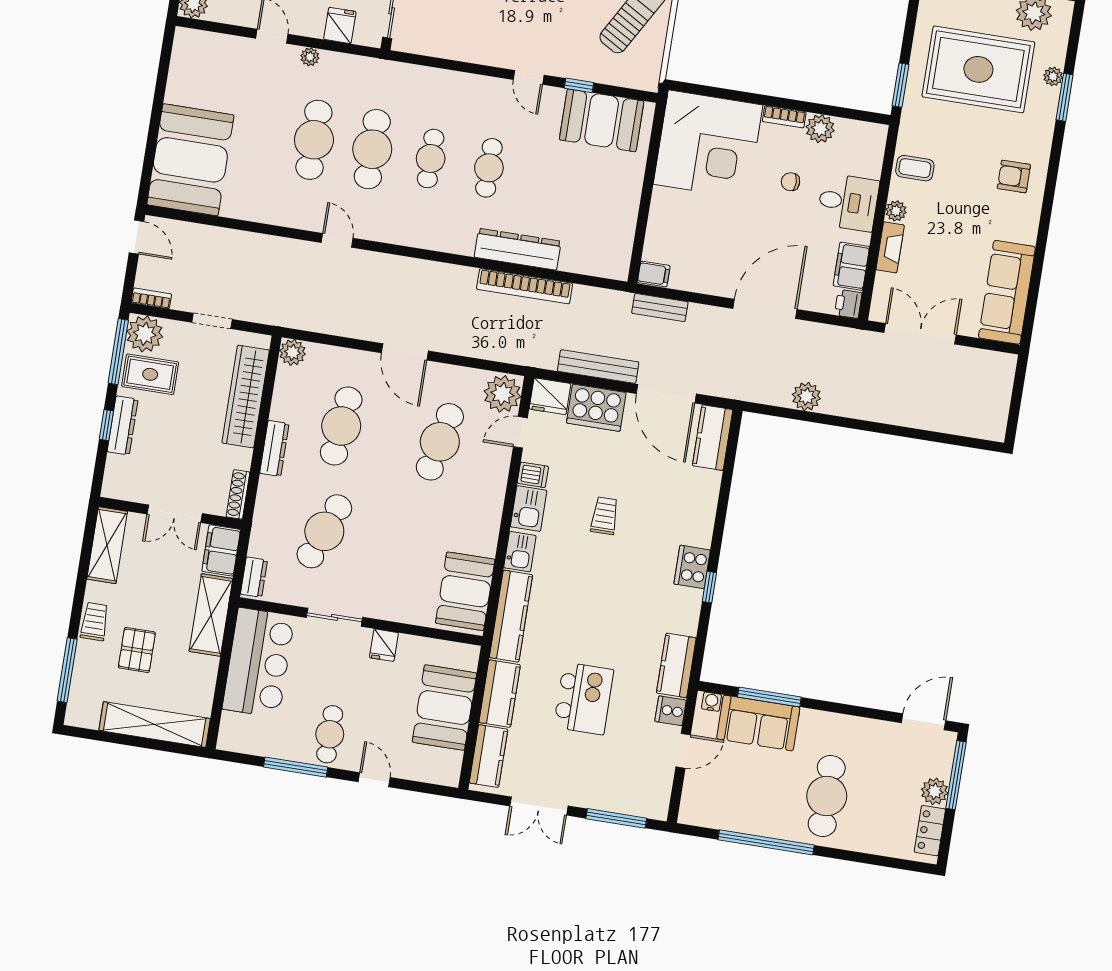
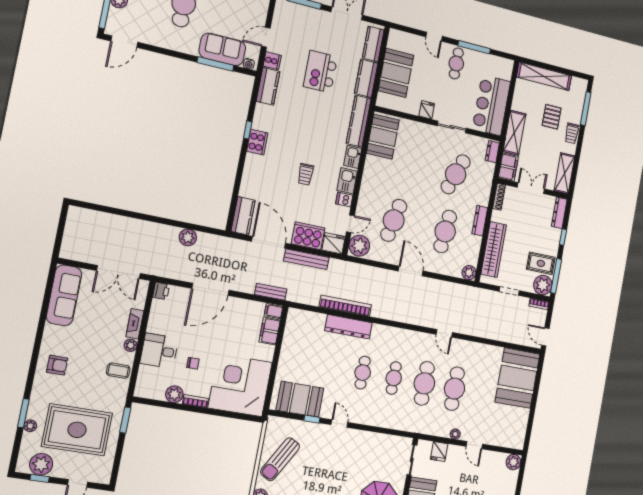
filing cabinet: (851, 266) -> (270, 331), moved, turned 180
dresser: (123, 425) -> (559, 213), moved

